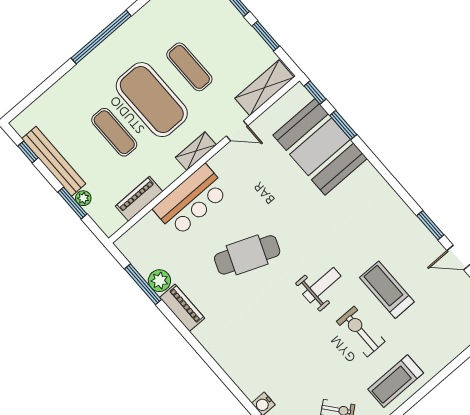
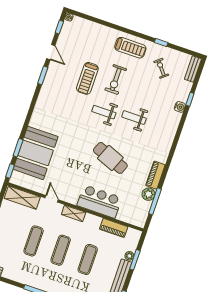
exercise mat: (152, 100) -> (61, 250), width x0.50, depth x0.69
weight bench: (287, 326) -> (134, 118), added

